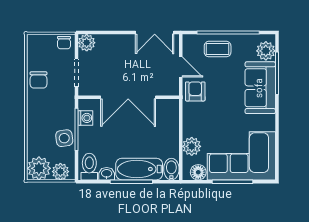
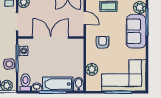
armchair: (195, 91) -> (103, 43), moved
double door: (128, 97) -> (51, 37), swing flipped
floor lamp: (198, 172) -> (96, 86), removed

